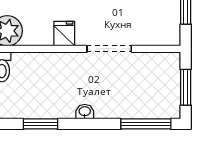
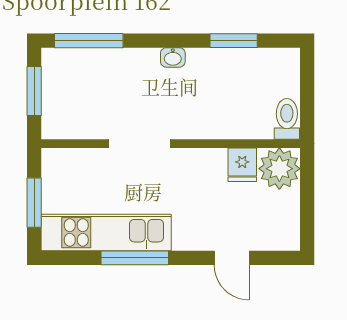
fridge: (64, 34) -> (242, 165), moved

